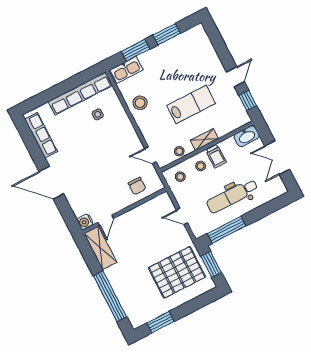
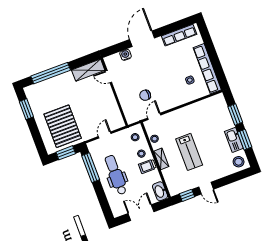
kitchen sink: (126, 70) -> (234, 140), moved
stool: (140, 103) -> (239, 162), moved
chair: (137, 186) -> (145, 95), moved
water cooler: (85, 222) -> (126, 55), moved

